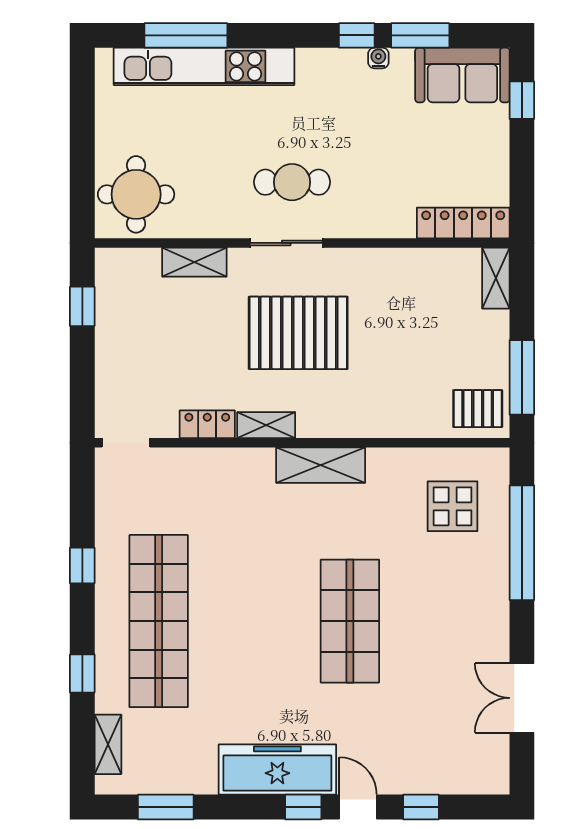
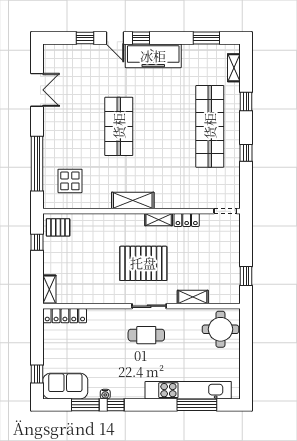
window: (522, 377) -> (37, 242), width x0.46

